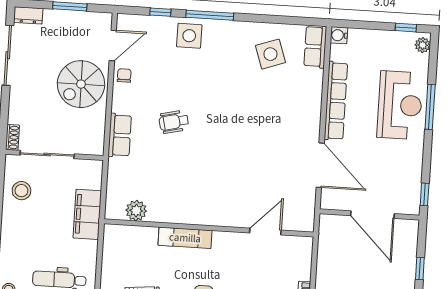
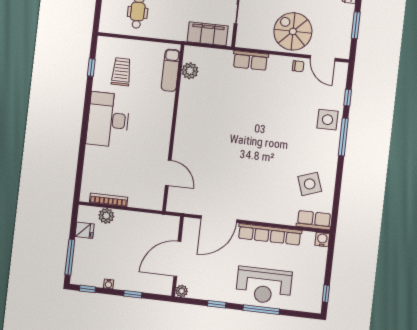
plant: (423, 45) -> (182, 291), moved
wheelchair: (174, 122) -> (259, 104), removed
window: (425, 194) -> (217, 304), moved
filing cabinet: (87, 214) -> (208, 34), moved
exam couch: (185, 238) -> (171, 70), moved

